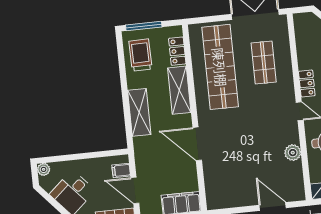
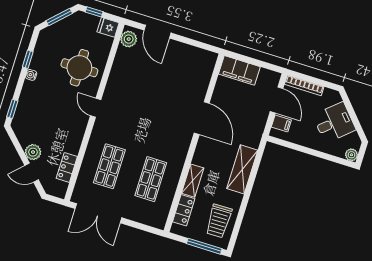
shop shelf: (220, 67) -> (151, 179), width x0.50, depth x0.74
locker: (307, 83) -> (67, 167), moved
shelving: (179, 90) -> (193, 181), width x0.67, depth x0.75
plant: (293, 153) -> (129, 39), moved

